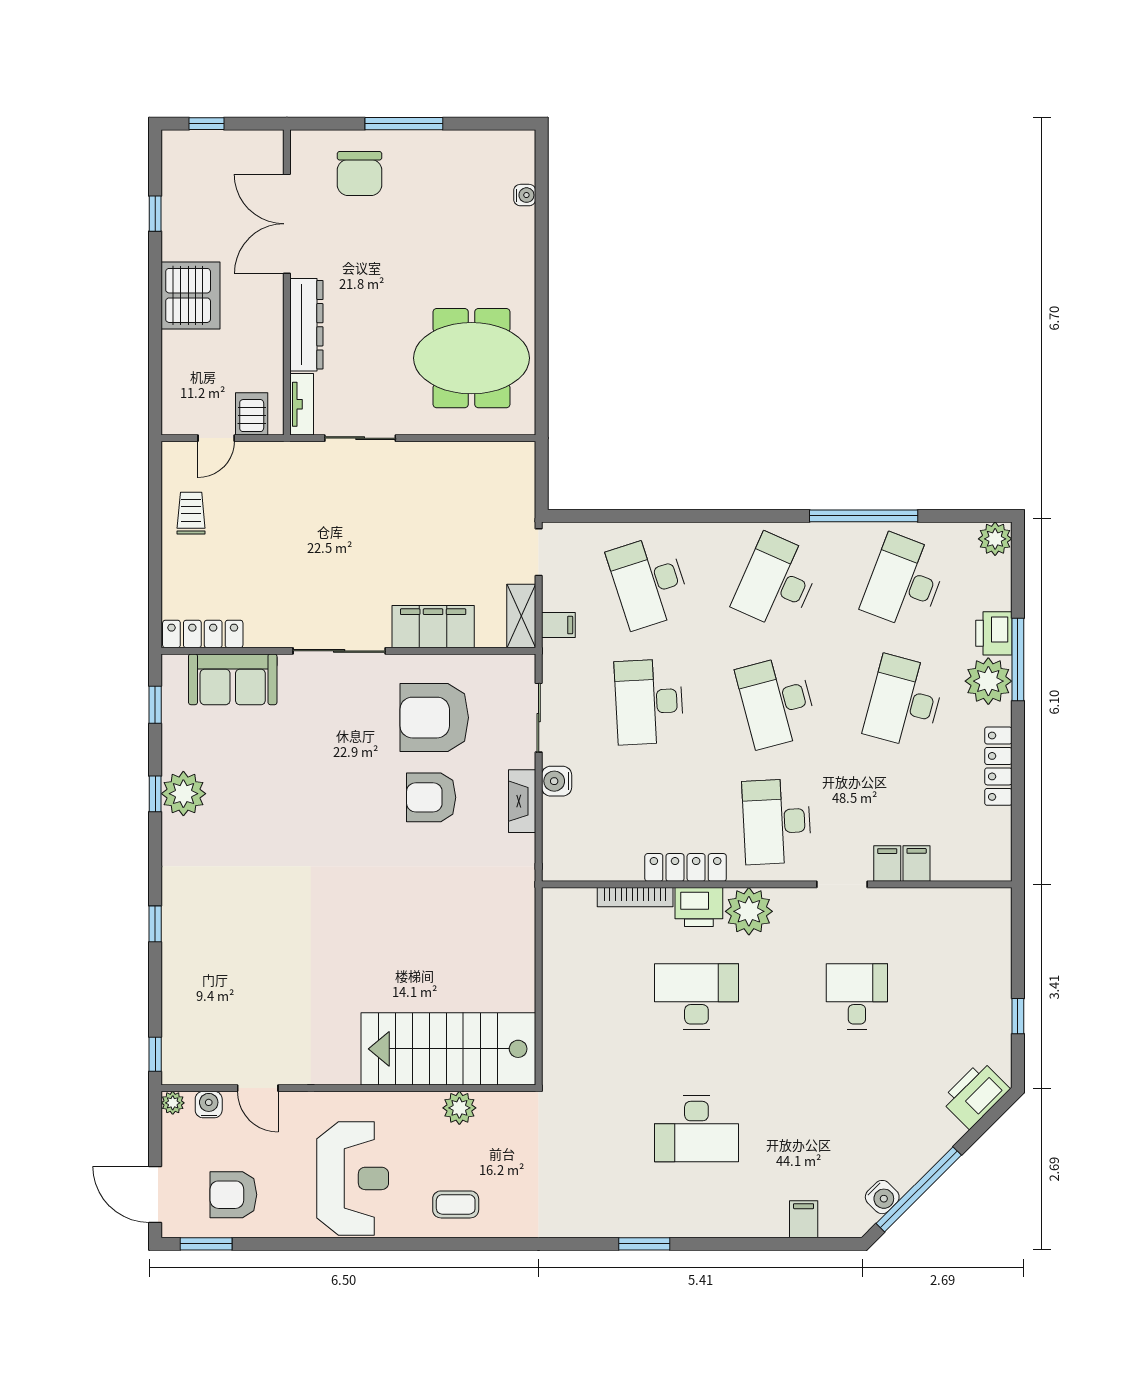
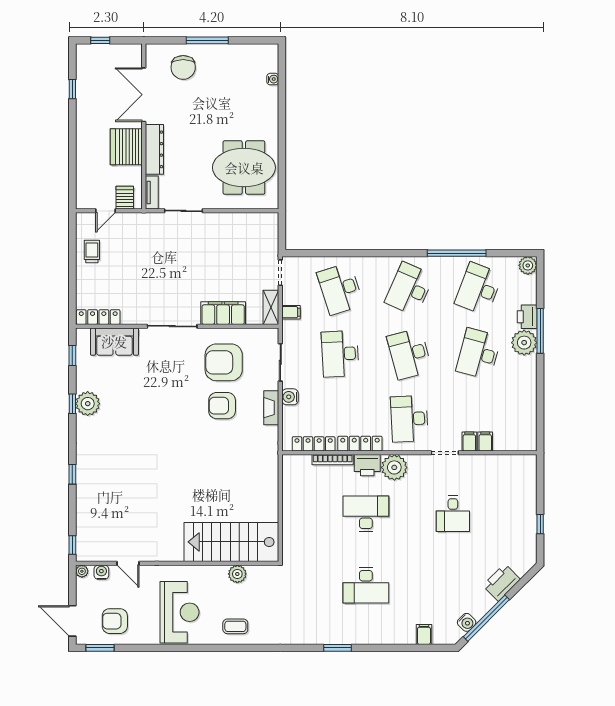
server rack: (190, 295) -> (126, 147), moved, turned 180
locker: (998, 766) -> (314, 444), moved, turned 90
desk: (857, 997) -> (453, 514), turned 180
printer: (975, 1095) -> (502, 582), moved

